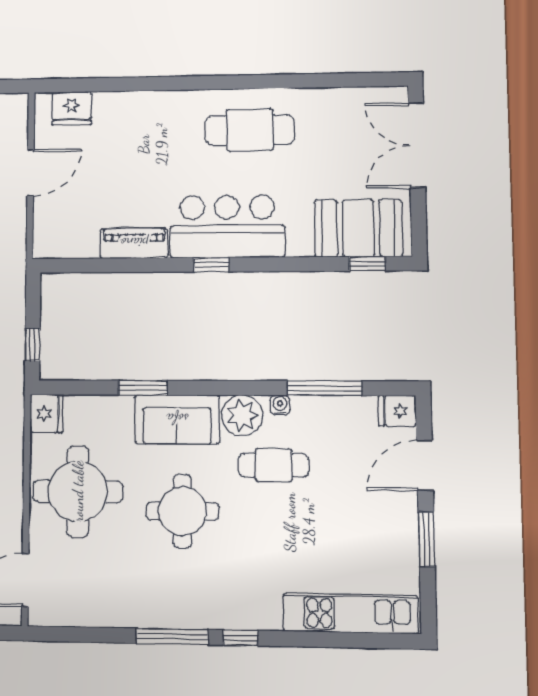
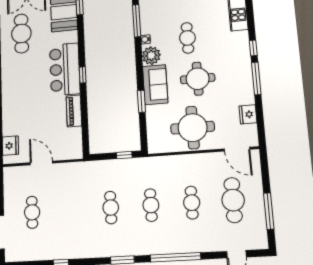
cafe table: (250, 130) -> (21, 34), moved
fridge: (47, 414) -> (248, 114), moved, turned -90
cafe table: (273, 465) -> (187, 38), moved

